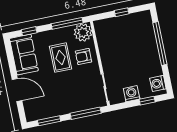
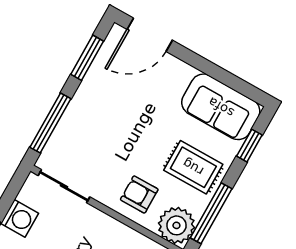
armchair: (83, 57) -> (139, 194), turned -90
rug: (61, 58) -> (193, 167), moved
door: (17, 90) -> (150, 35), moved

